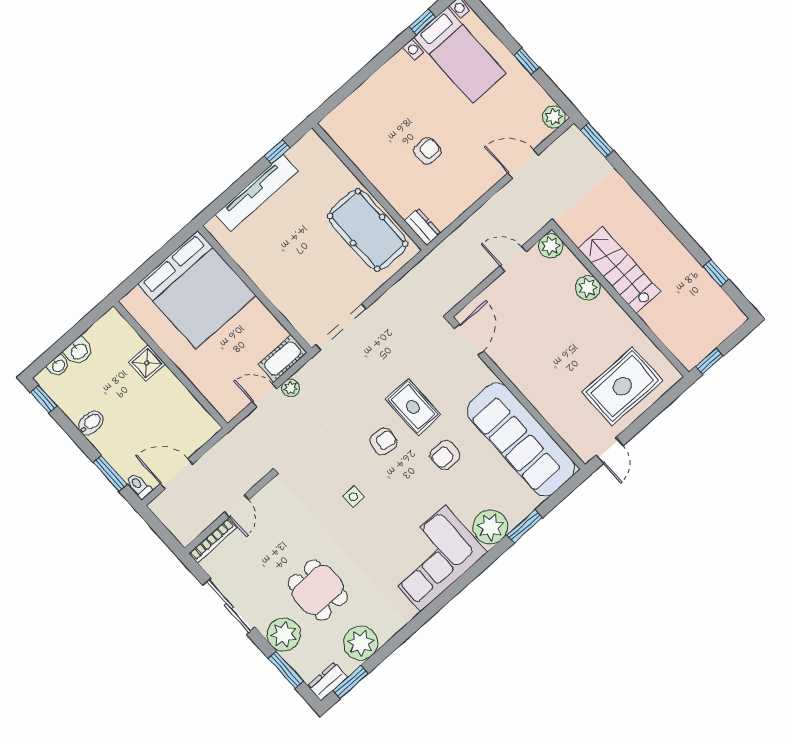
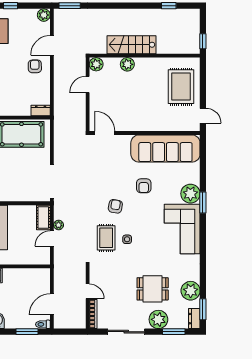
armchair: (427, 151) -> (35, 66), moved
rug: (413, 407) -> (106, 238), moved, turned 90
window: (524, 527) -> (203, 203), moved

